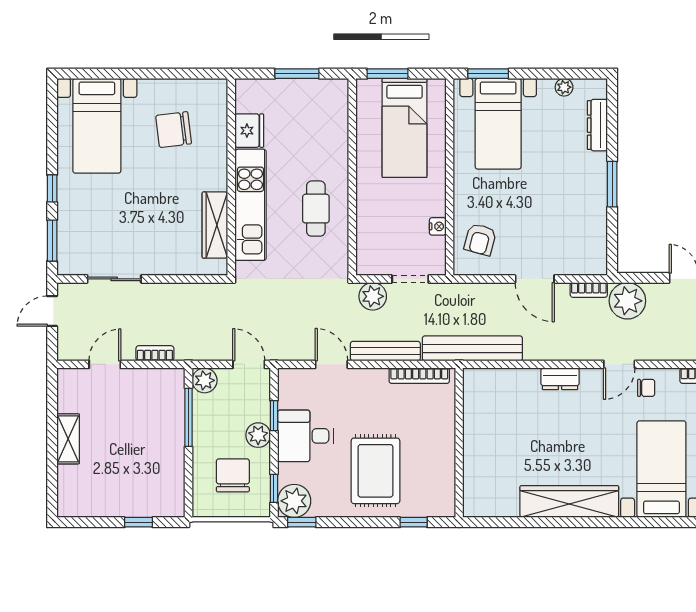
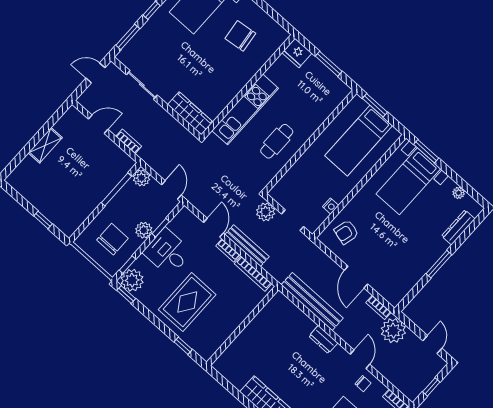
fridge: (249, 131) -> (297, 53), moved, turned 90
wardrobe: (215, 225) -> (190, 113), moved, turned 90
bench: (472, 348) -> (312, 302), moved
door: (619, 364) -> (360, 359), swing flipped
bookcase: (369, 375) -> (228, 250), added

